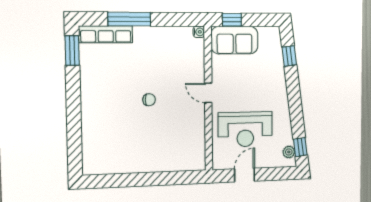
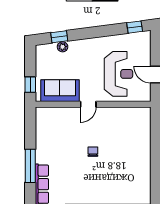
water cooler: (199, 32) -> (40, 111), removed
sofa: (235, 40) -> (60, 91), moved, turned -90
plant: (289, 152) -> (63, 47), moved

